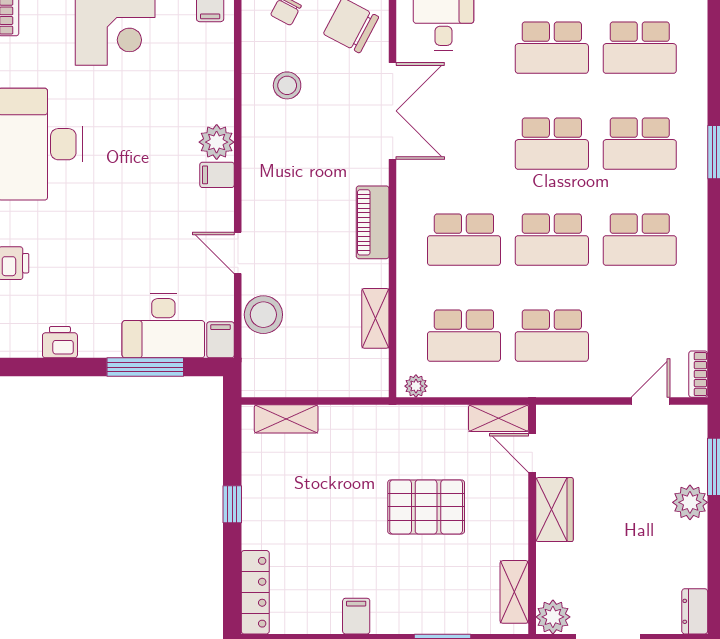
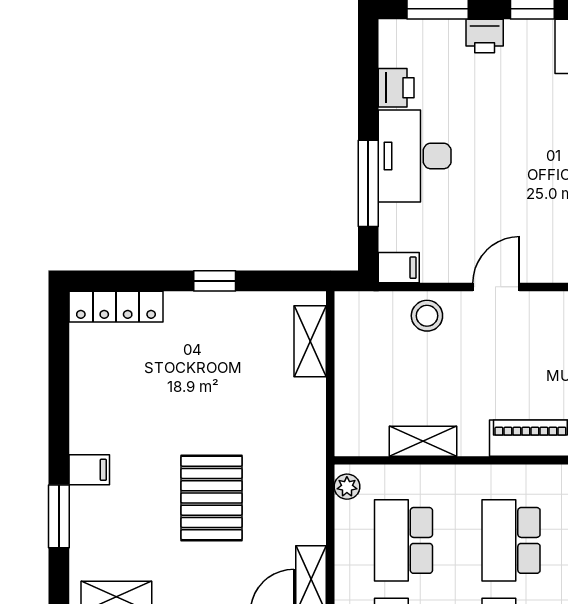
stool: (263, 315) -> (427, 316), width x0.73, depth x0.73
desk: (163, 326) -> (415, 156), moved
filing cabinet: (356, 616) -> (89, 470), moved

